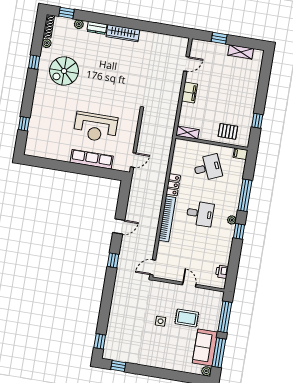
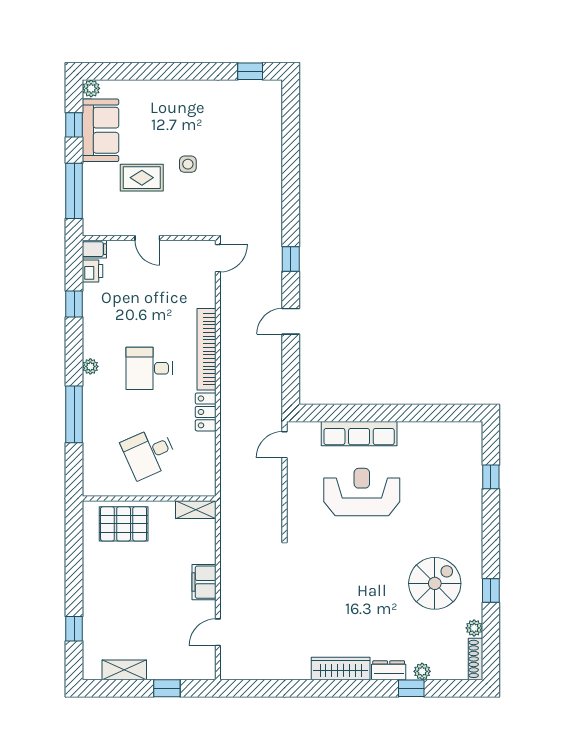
window: (66, 13) -> (411, 688), moved
window: (257, 121) -> (74, 629), moved
pallet: (228, 131) -> (124, 524), width x1.50, depth x1.42
filing cabinet: (240, 154) -> (94, 249), moved
window: (239, 231) -> (74, 304), moved
window: (100, 341) -> (291, 110), removed
window: (219, 353) -> (74, 125), width x0.46

